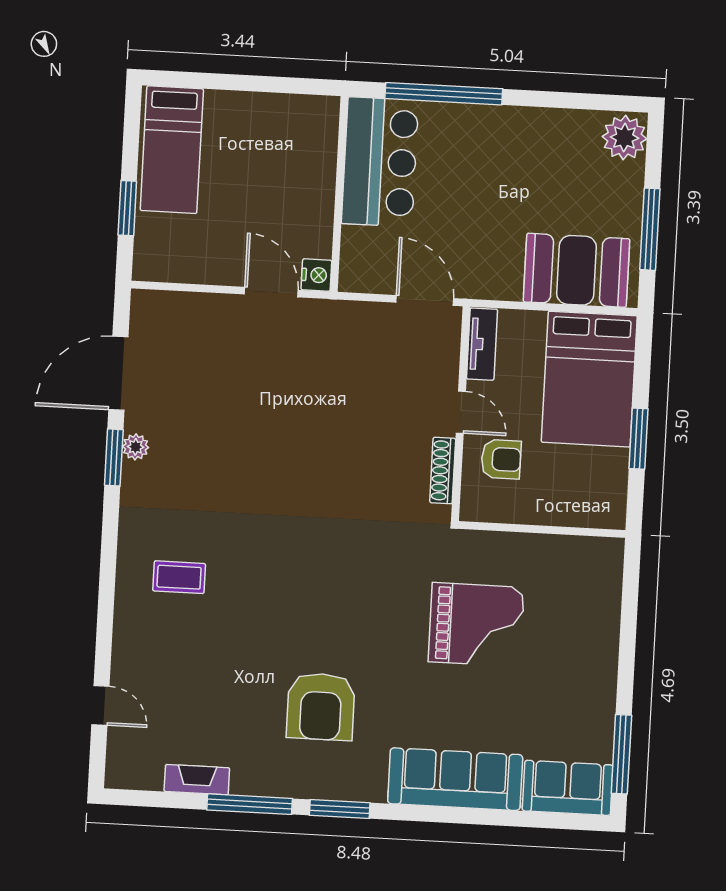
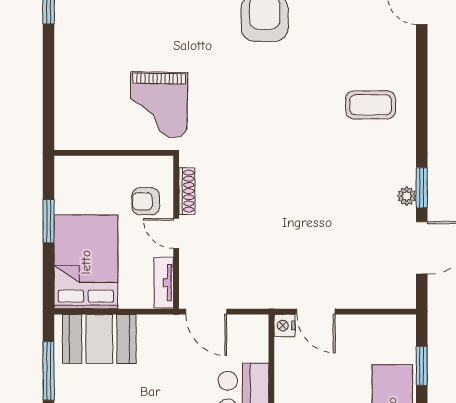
coffee table: (179, 577) -> (371, 105), width x1.36, depth x1.30
grand piano: (476, 625) -> (159, 105), moved, turned -89

